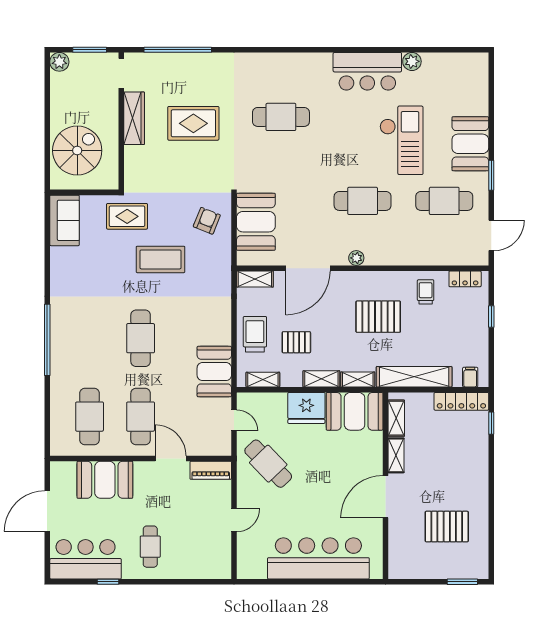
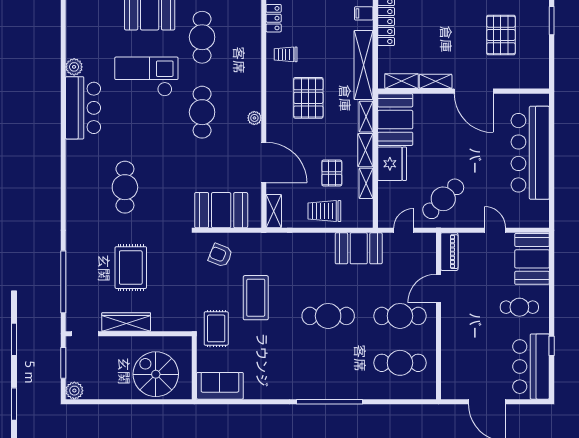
shelving: (263, 380) -> (366, 183), moved
booth: (105, 480) -> (532, 259), moved

